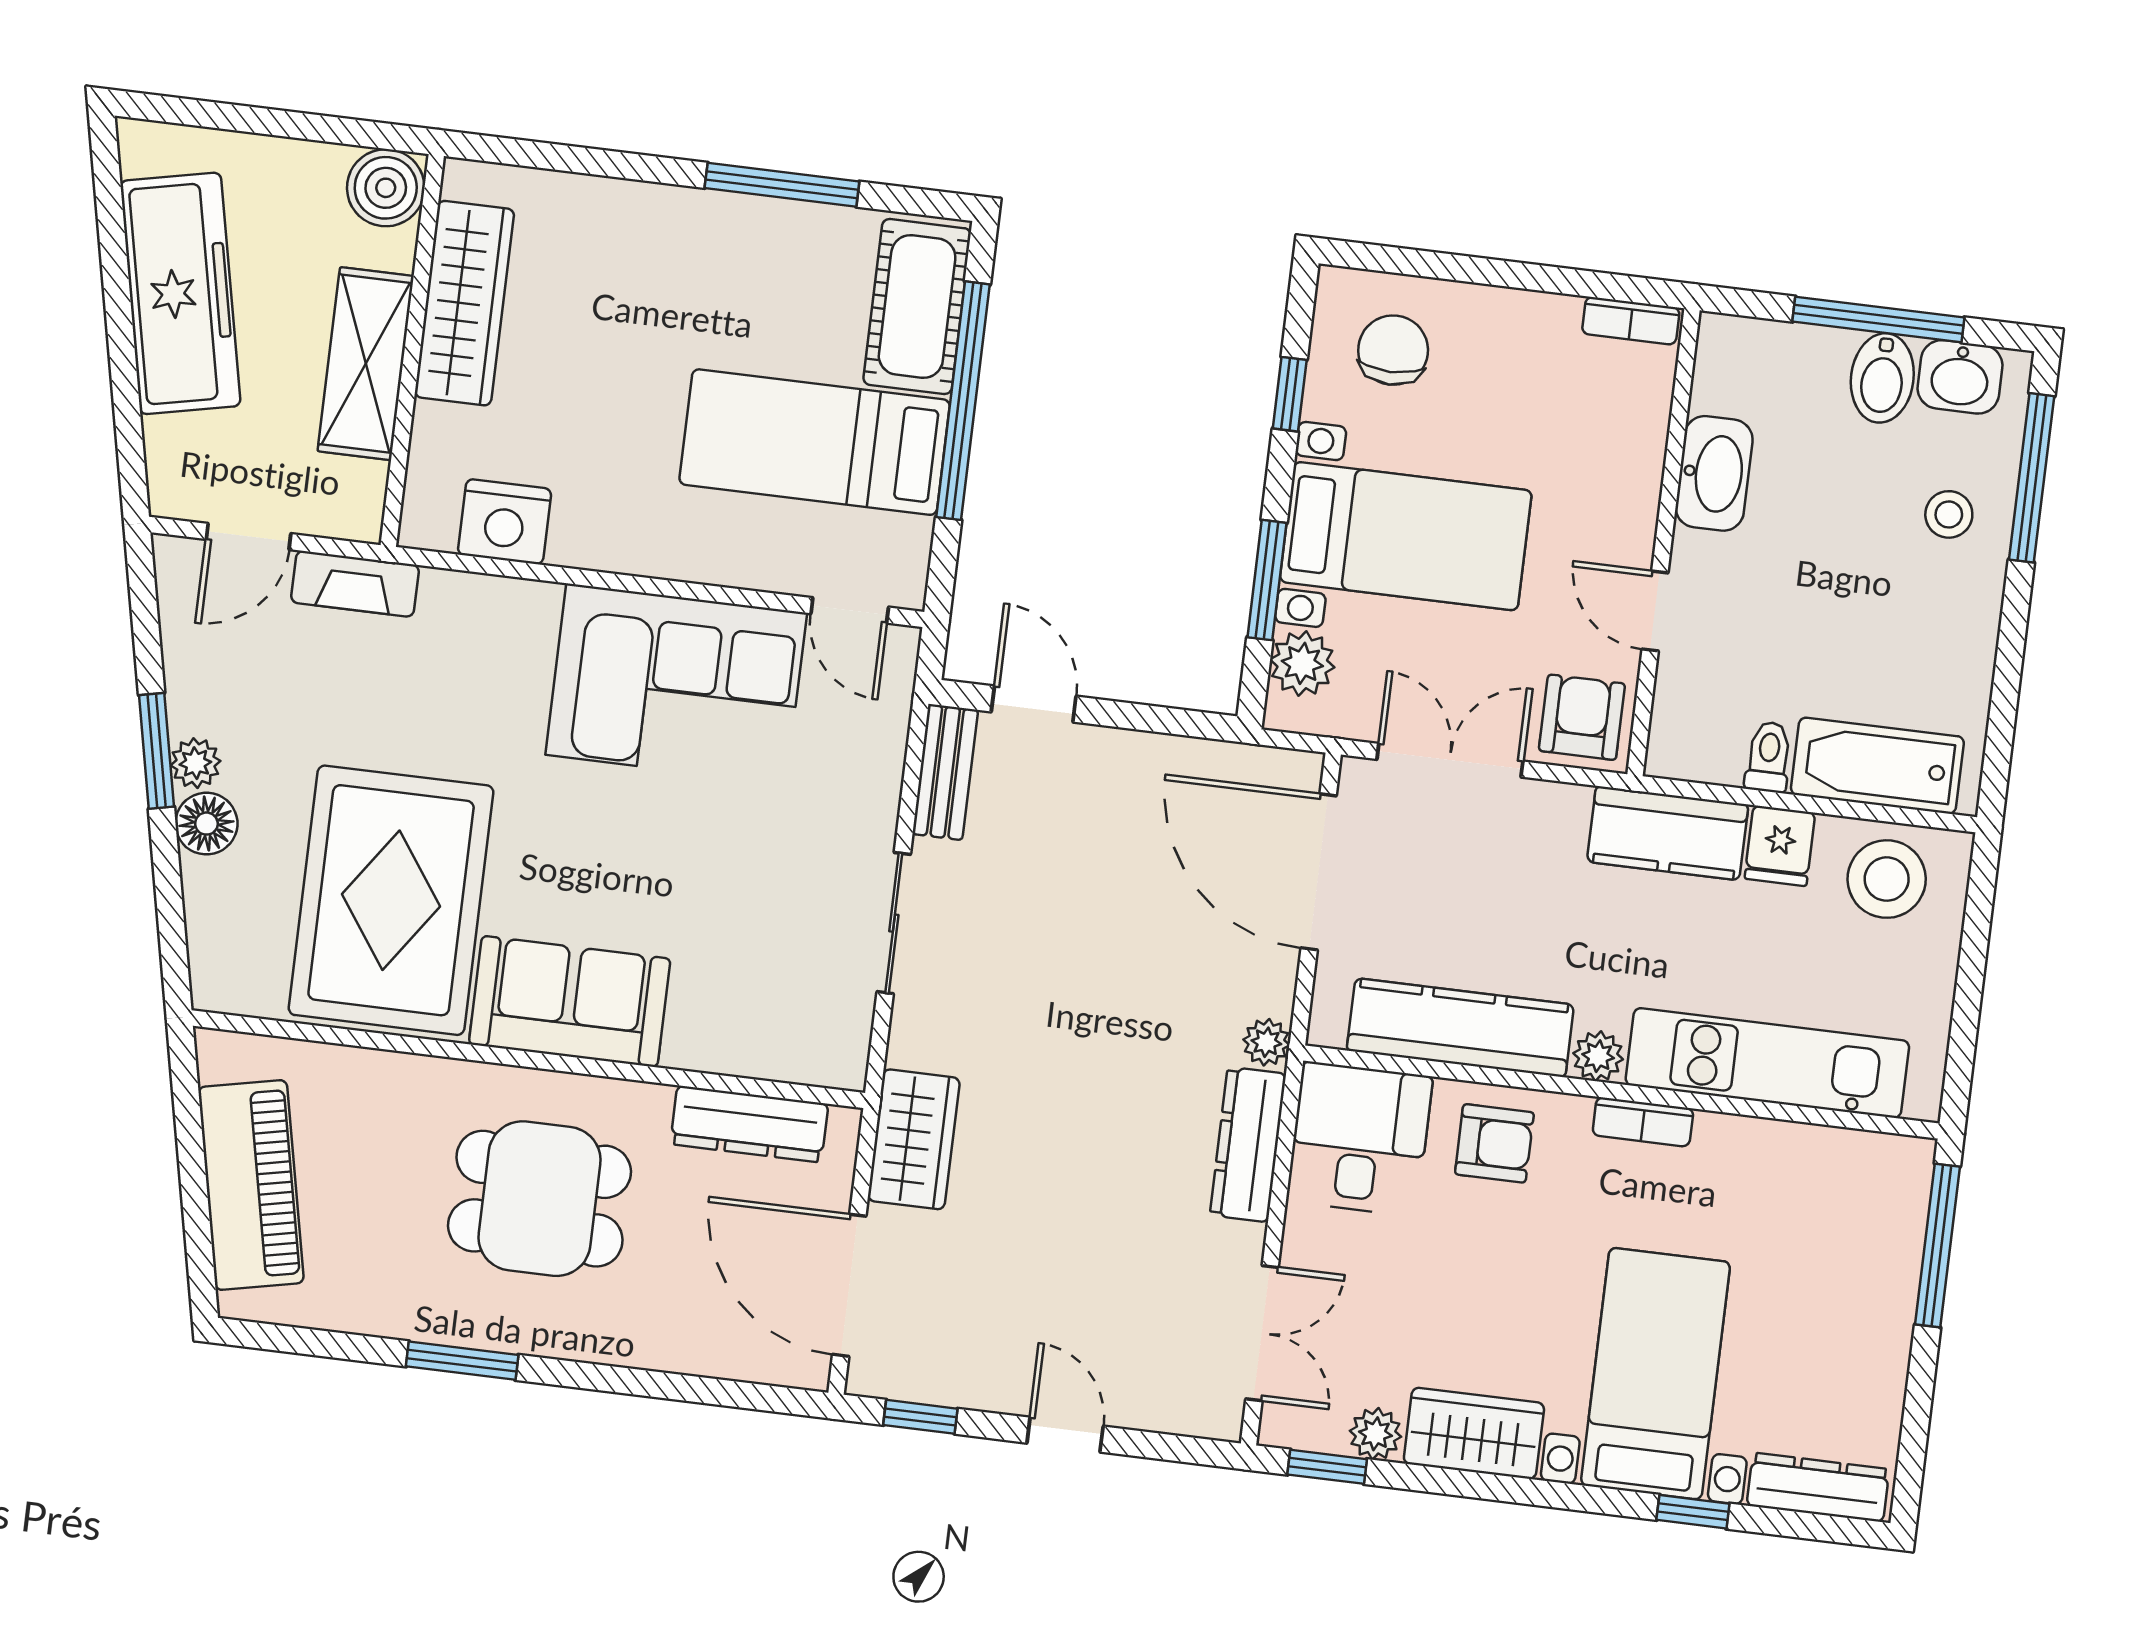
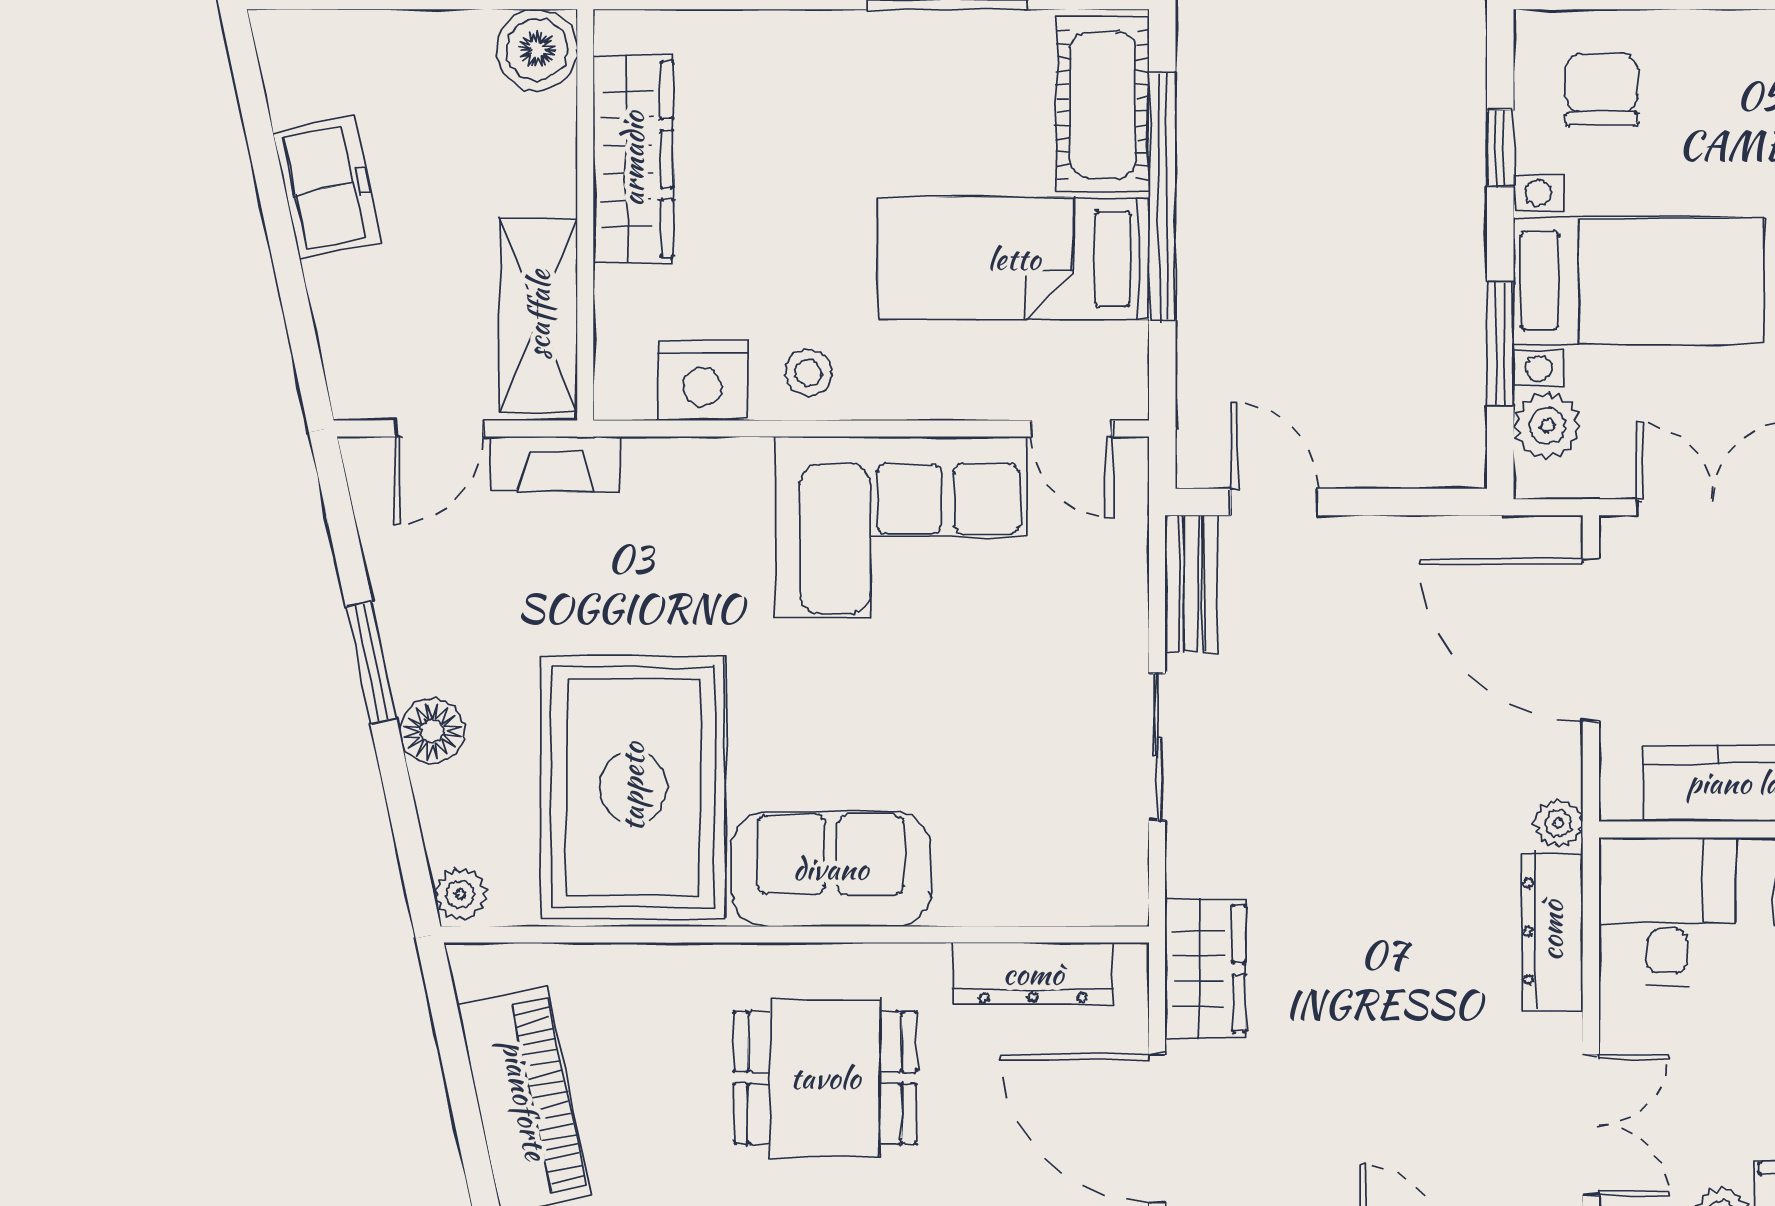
freezer: (180, 293) -> (327, 187), width x0.52, depth x0.79
shelving: (366, 364) -> (539, 315), moved
stool: (606, 527) -> (808, 373), added
plant: (195, 763) -> (460, 894), moved

